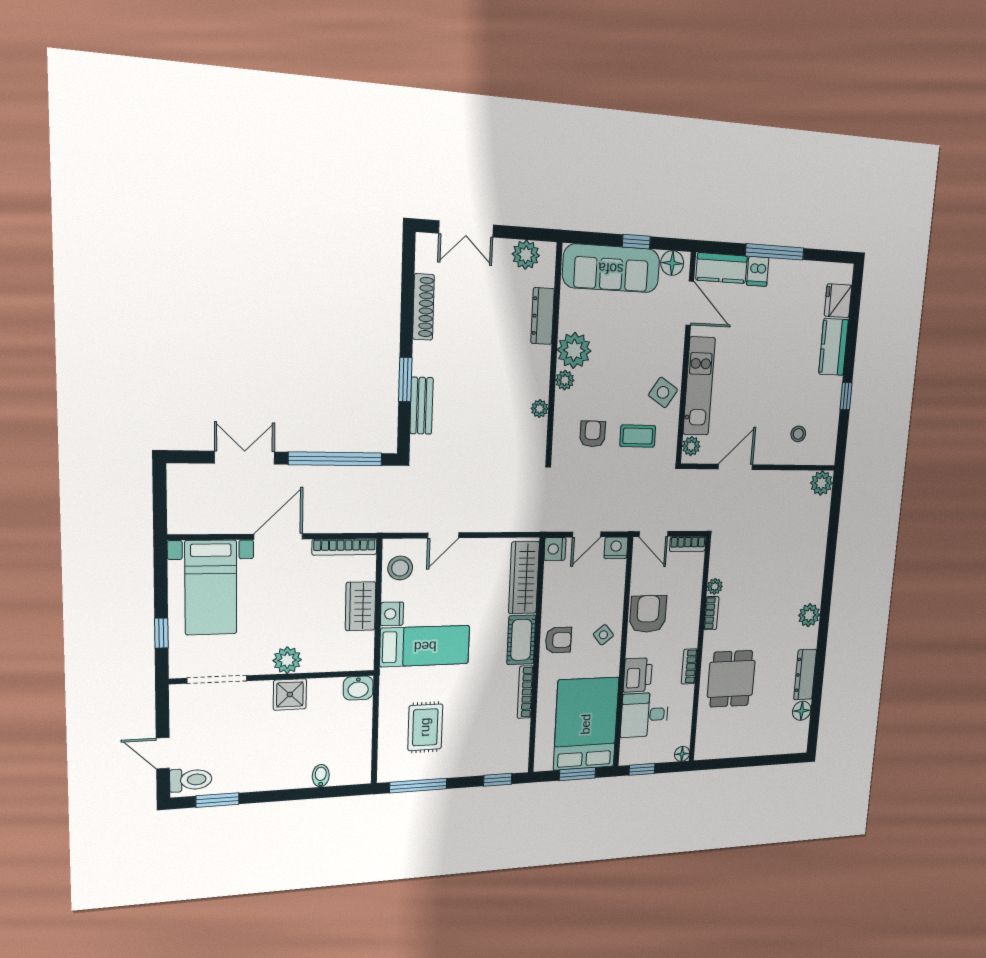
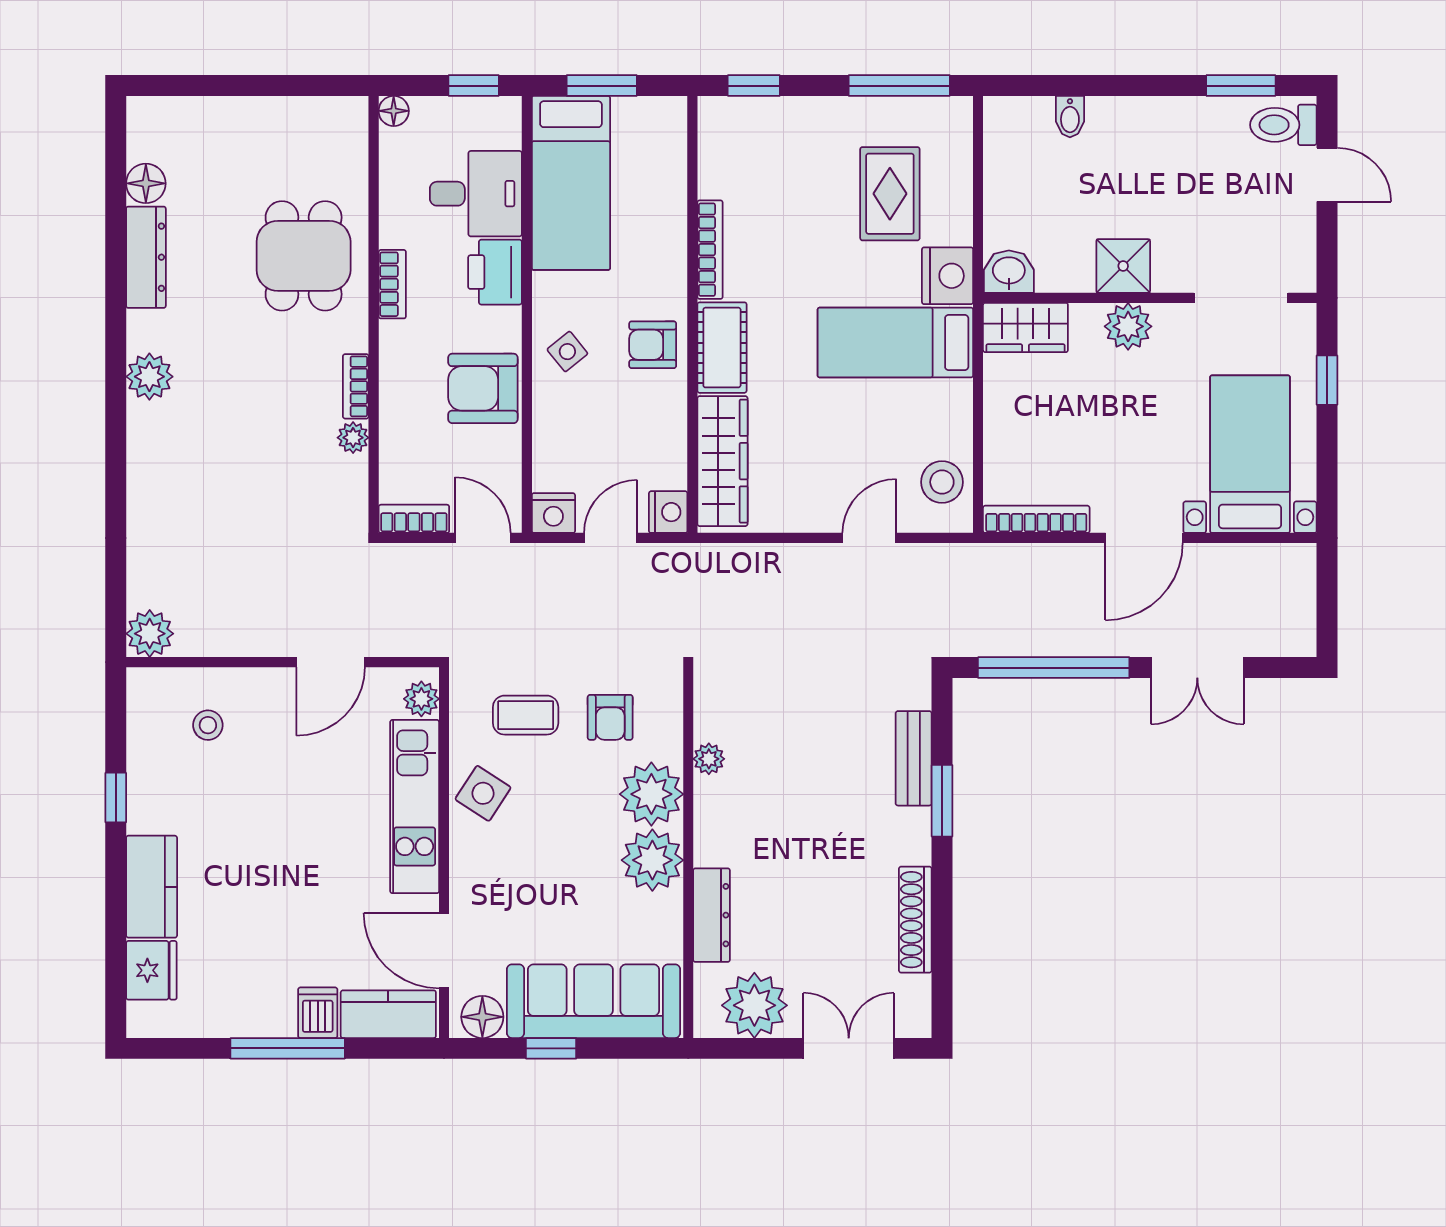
plant: (526, 255) -> (754, 1005), width x1.36, depth x1.36
plant: (565, 380) -> (651, 794), width x1.87, depth x1.87
wardrobe: (361, 606) -> (1025, 327), moved, turned 90
nightstand: (392, 614) -> (948, 276), moved, width x1.36, depth x1.33
armchair: (648, 614) -> (483, 388), turned 90
bed: (586, 724) -> (571, 183), width x0.67

